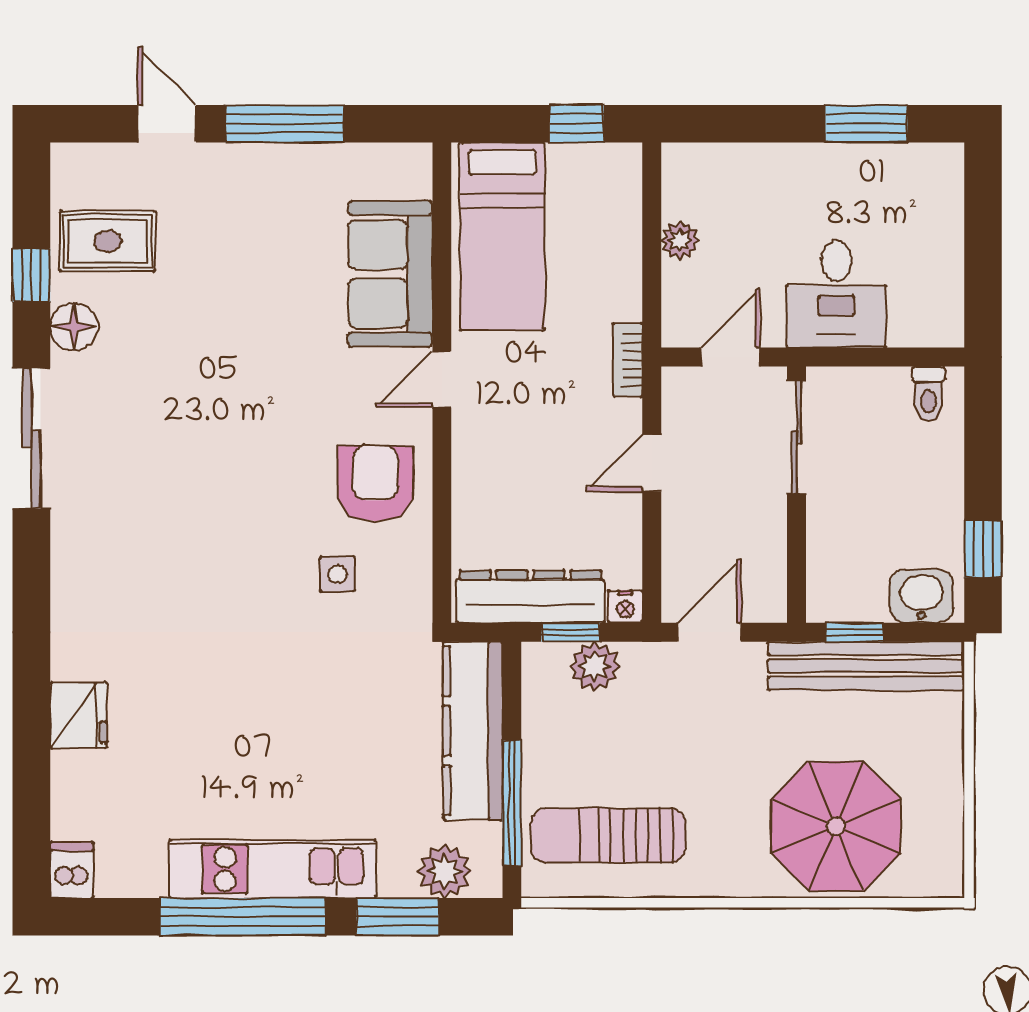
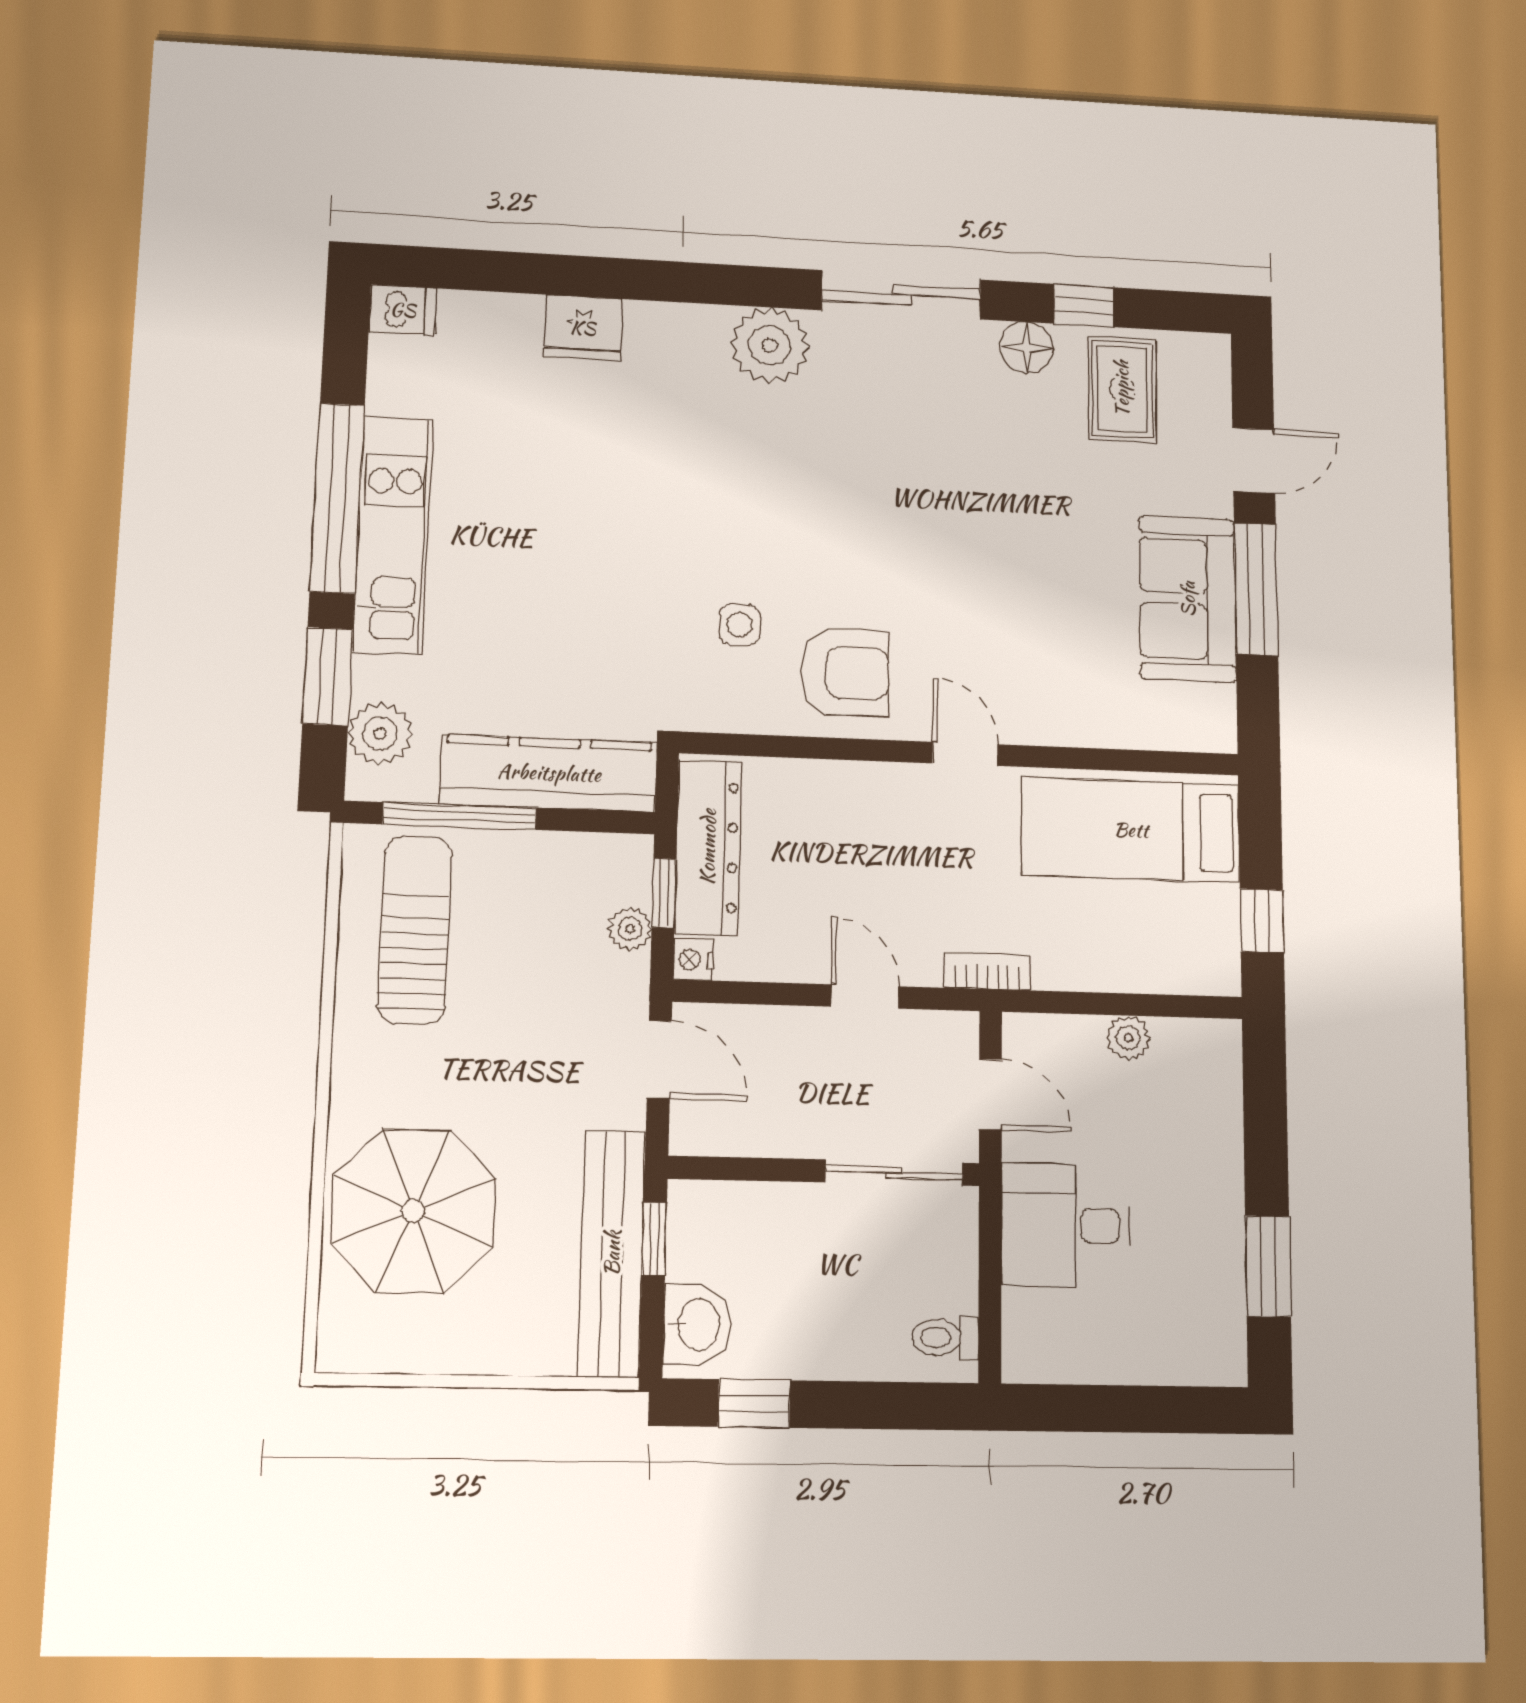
sofa: (390, 274) -> (1188, 599), moved, turned -90
plant: (85, 553) -> (770, 345), added
plant: (595, 666) -> (630, 929), width x0.73, depth x0.73

